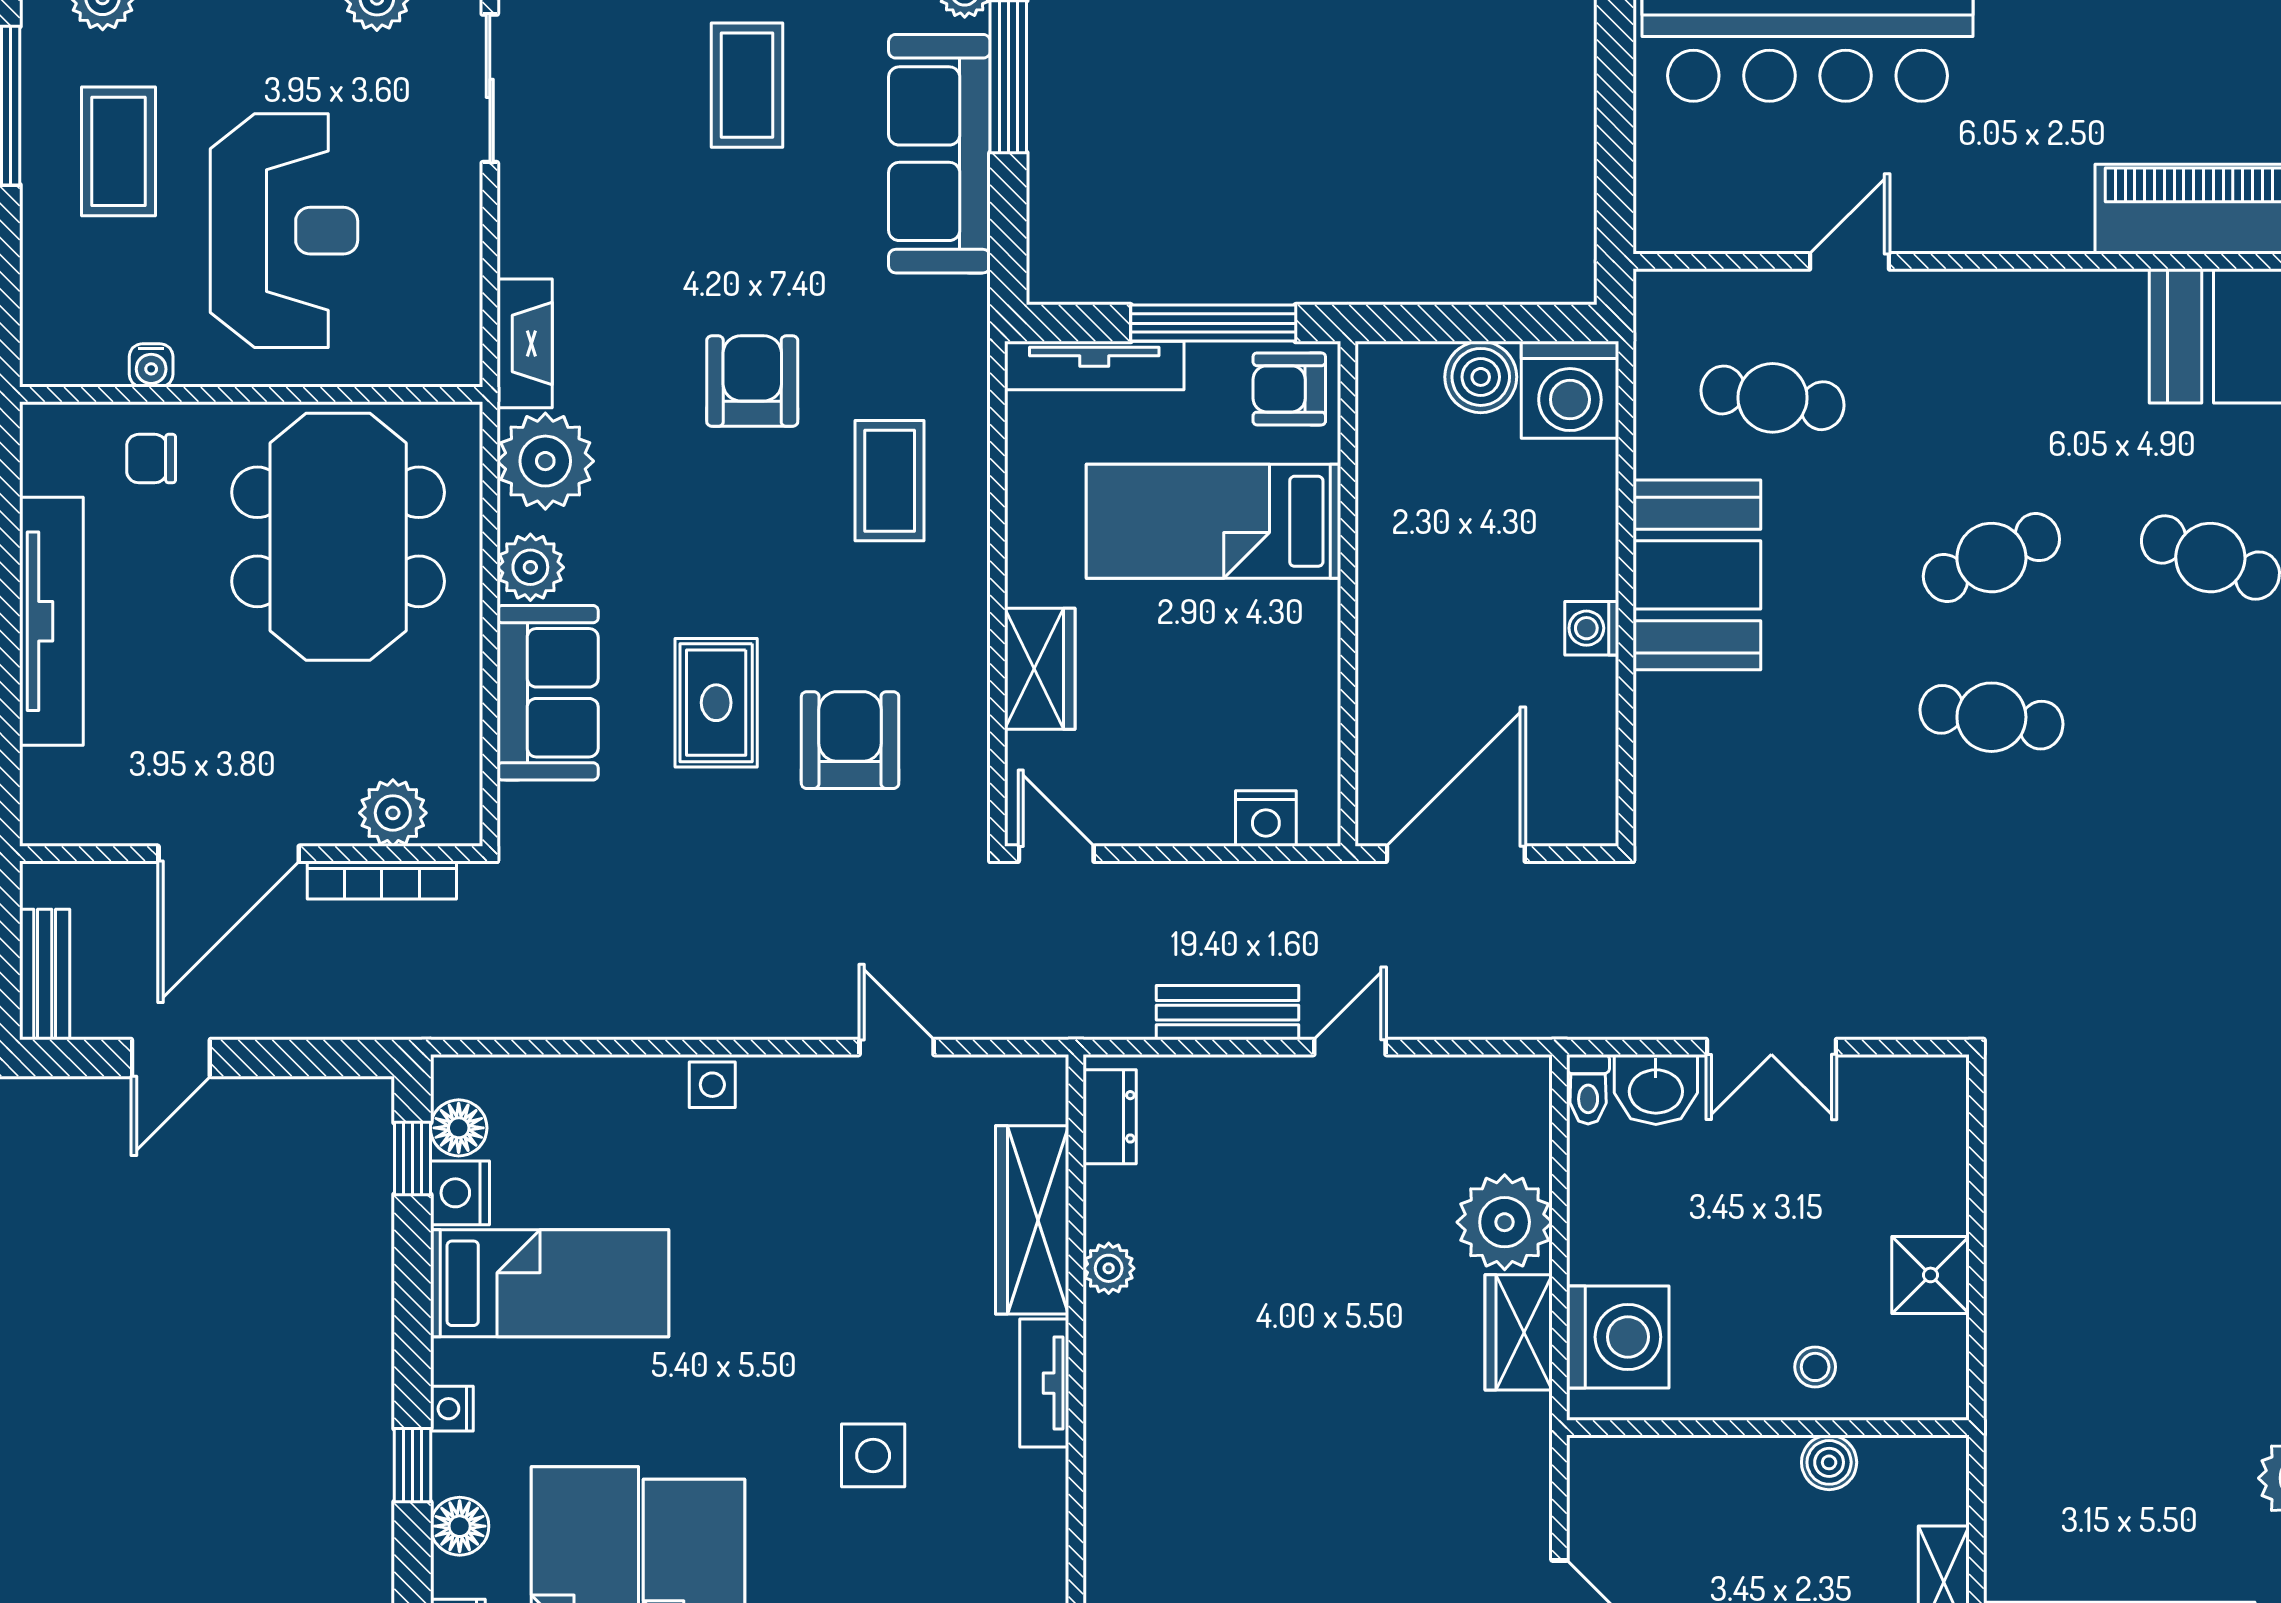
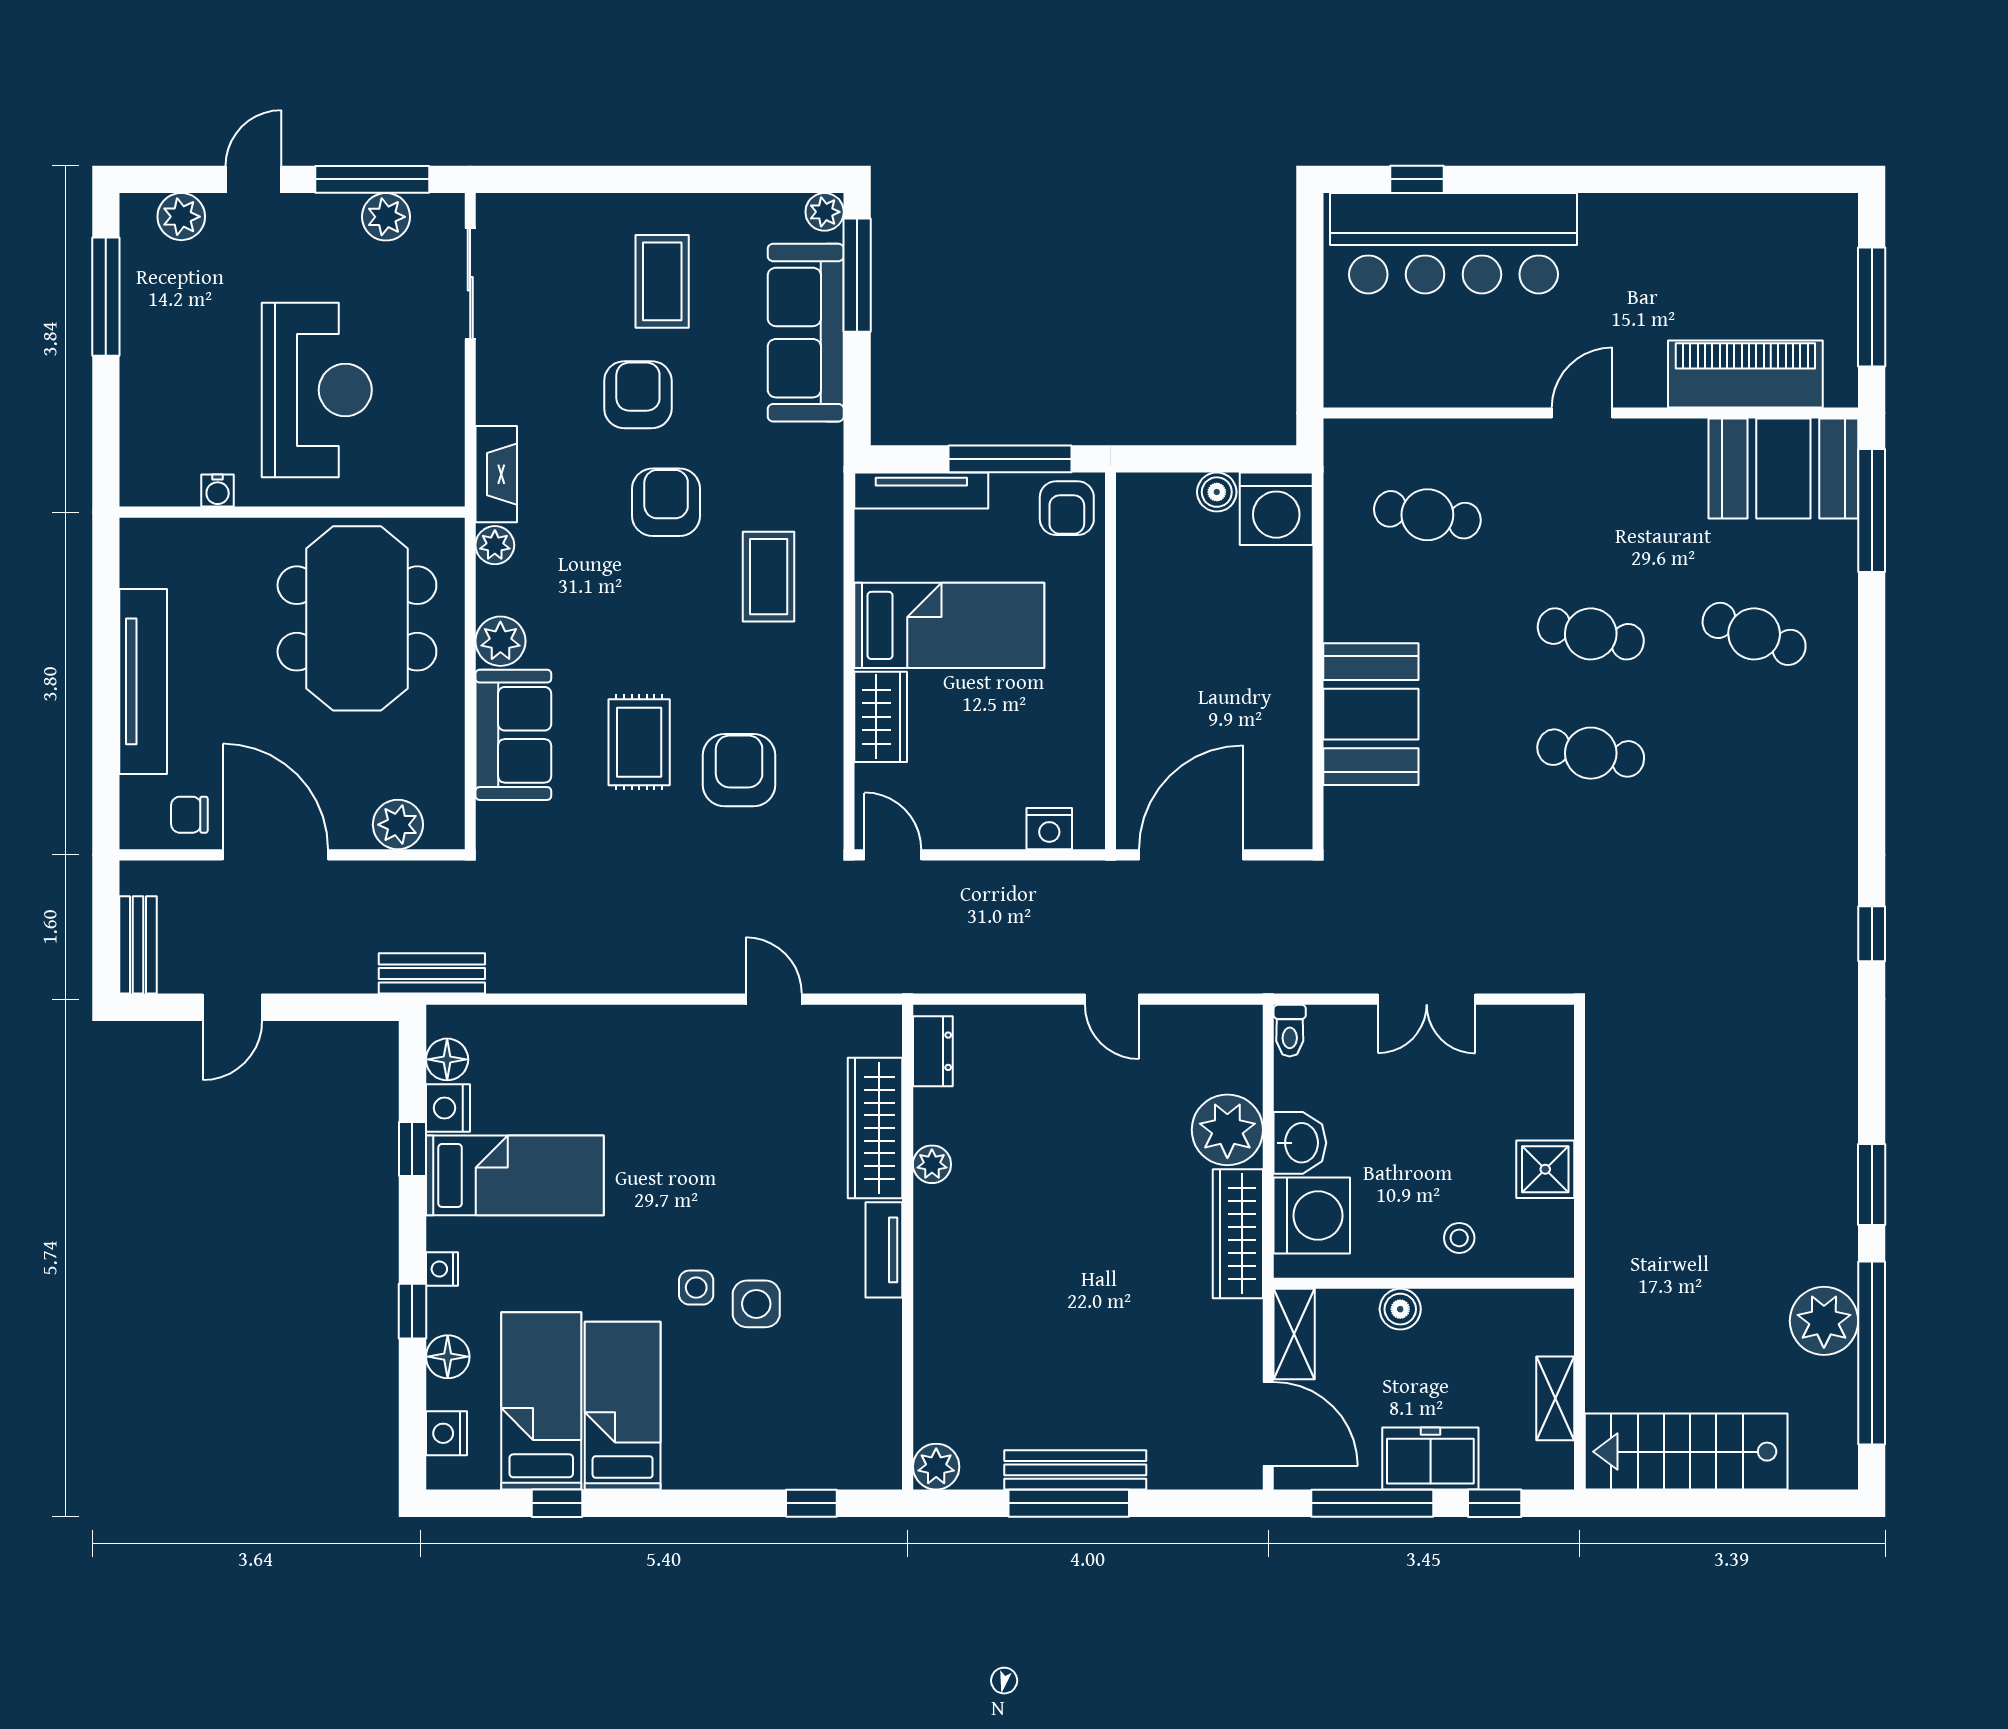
coffee table: (118, 151) -> (193, 331), removed
armchair: (715, 237) -> (638, 395), added
door: (1849, 261) -> (1582, 413), moved
boiler: (1481, 377) -> (1217, 492), width x0.73, depth x0.73
armchair: (1289, 389) -> (1067, 508), turned -90
chair: (151, 459) -> (189, 815), moved
plant: (545, 461) -> (495, 545), width x0.53, depth x0.53
bed: (1214, 521) -> (949, 625), moved, turned 180
cafe table: (1991, 558) -> (1591, 634), turned 36
booth: (1697, 575) -> (1371, 714), moved
washing machine: (1592, 628) -> (1292, 687), removed
door: (229, 854) -> (275, 855), swing flipped
bookcase: (382, 880) -> (390, 874), removed
bench: (1227, 1013) -> (432, 973), moved
door: (1350, 1047) -> (1112, 999), swing flipped
side table: (712, 1085) -> (696, 1288), moved
washbasin: (1656, 1089) -> (1300, 1143), moved, turned -90
window: (412, 1158) -> (412, 1149), moved
wardrobe: (1519, 1332) -> (1238, 1234), width x1.50
boiler: (1829, 1462) -> (1400, 1309), moved
shelving: (1594, 1496) -> (1294, 1334), added

